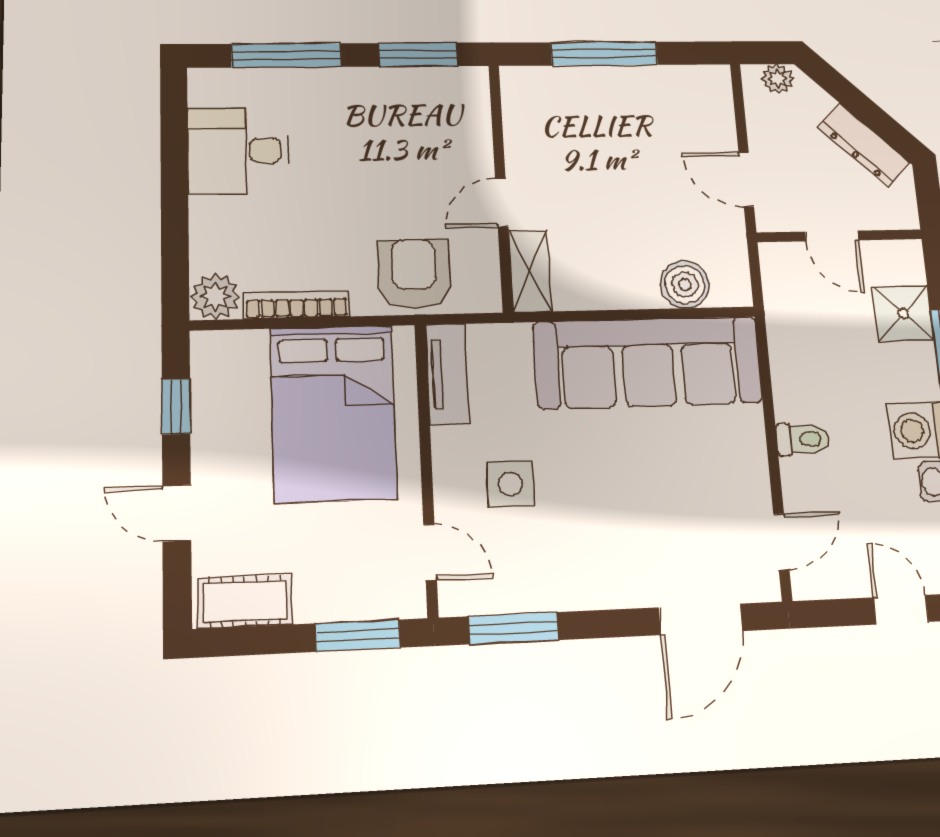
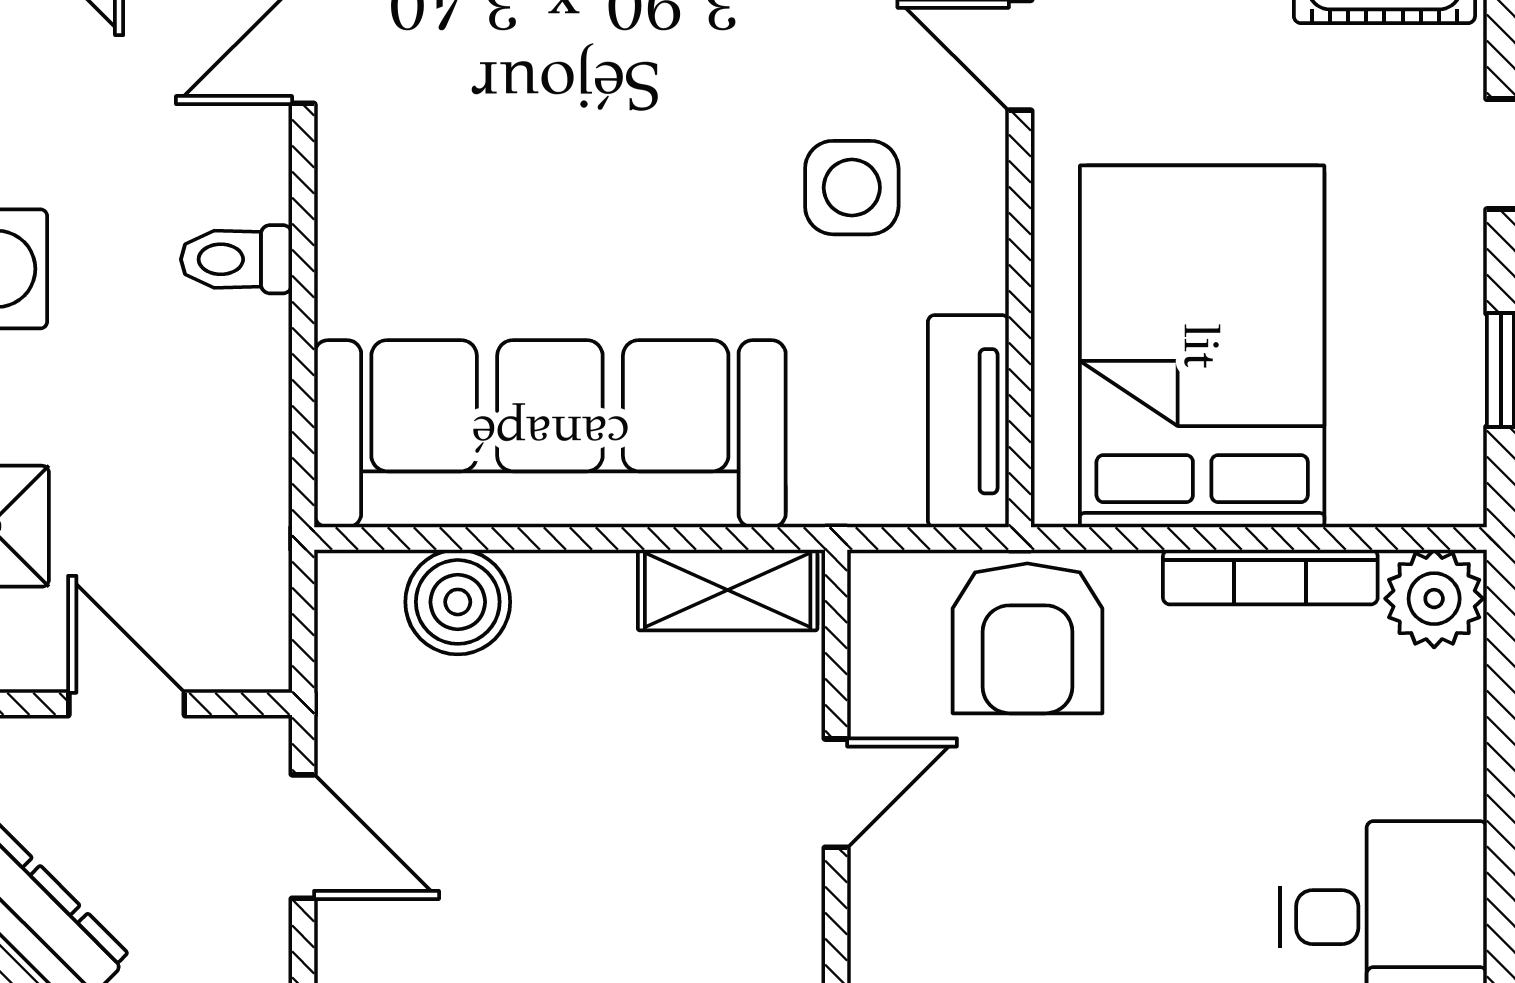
shelving: (530, 271) -> (728, 590), moved, turned 90

